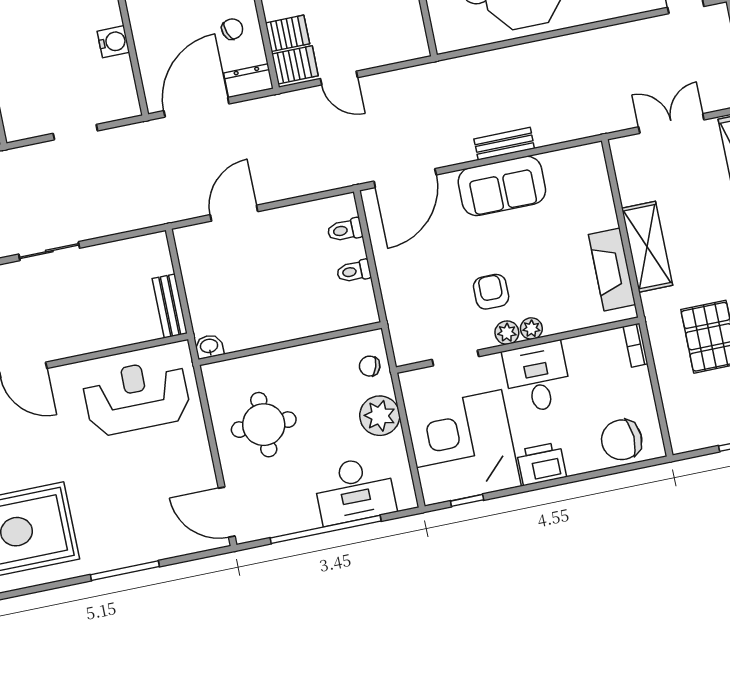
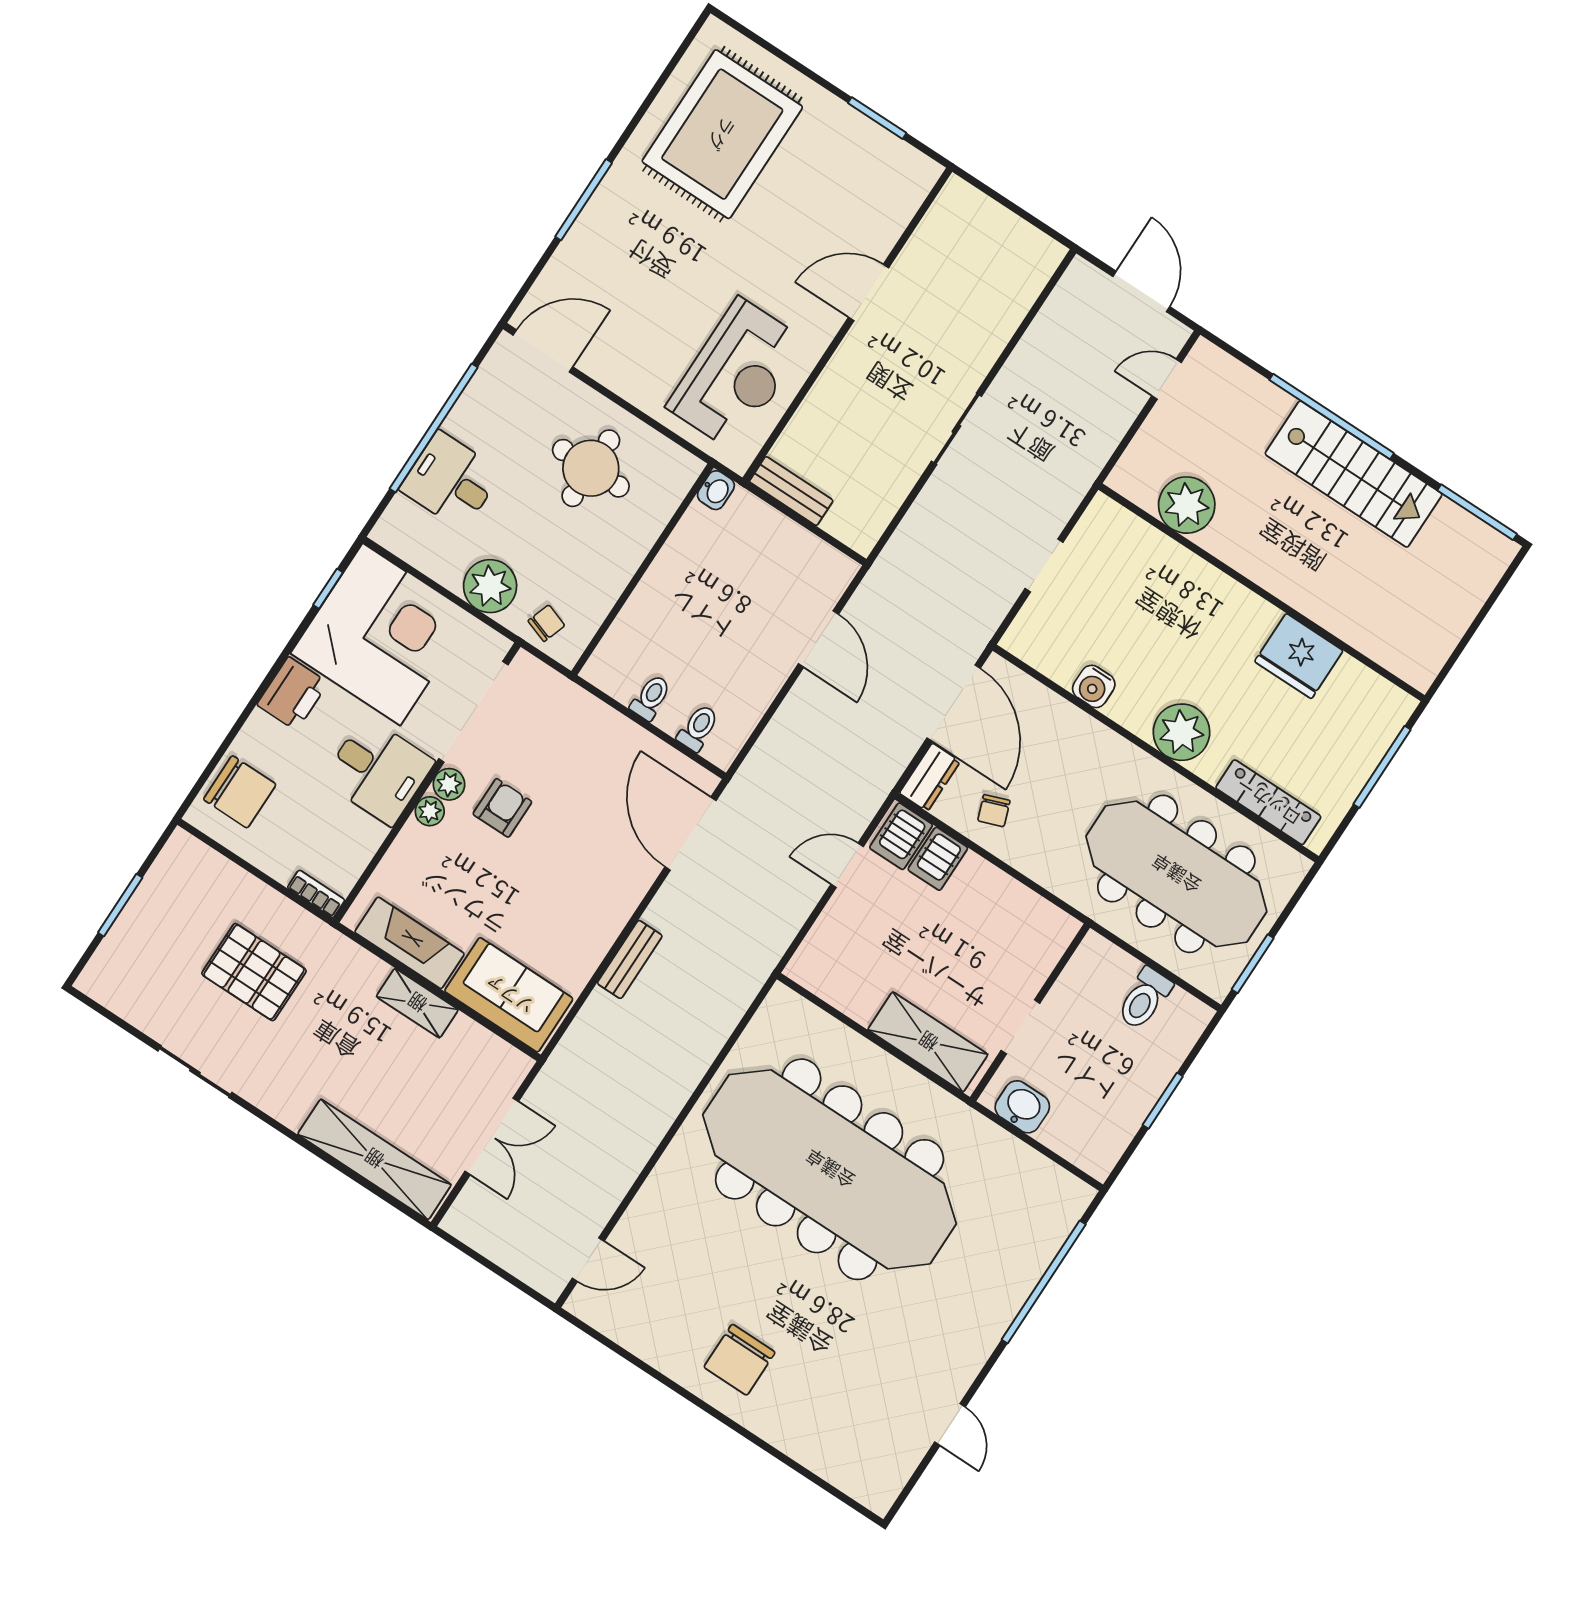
sofa: (502, 186) -> (509, 995), moved, turned 90
shelving: (647, 247) -> (417, 1003), width x0.67, depth x0.75
armchair: (491, 292) -> (502, 808), turned -90
doorway: (455, 358) -> (473, 712), width x1.87
chair: (622, 440) -> (240, 792), turned 93
desk: (355, 490) -> (451, 481), width x0.73

